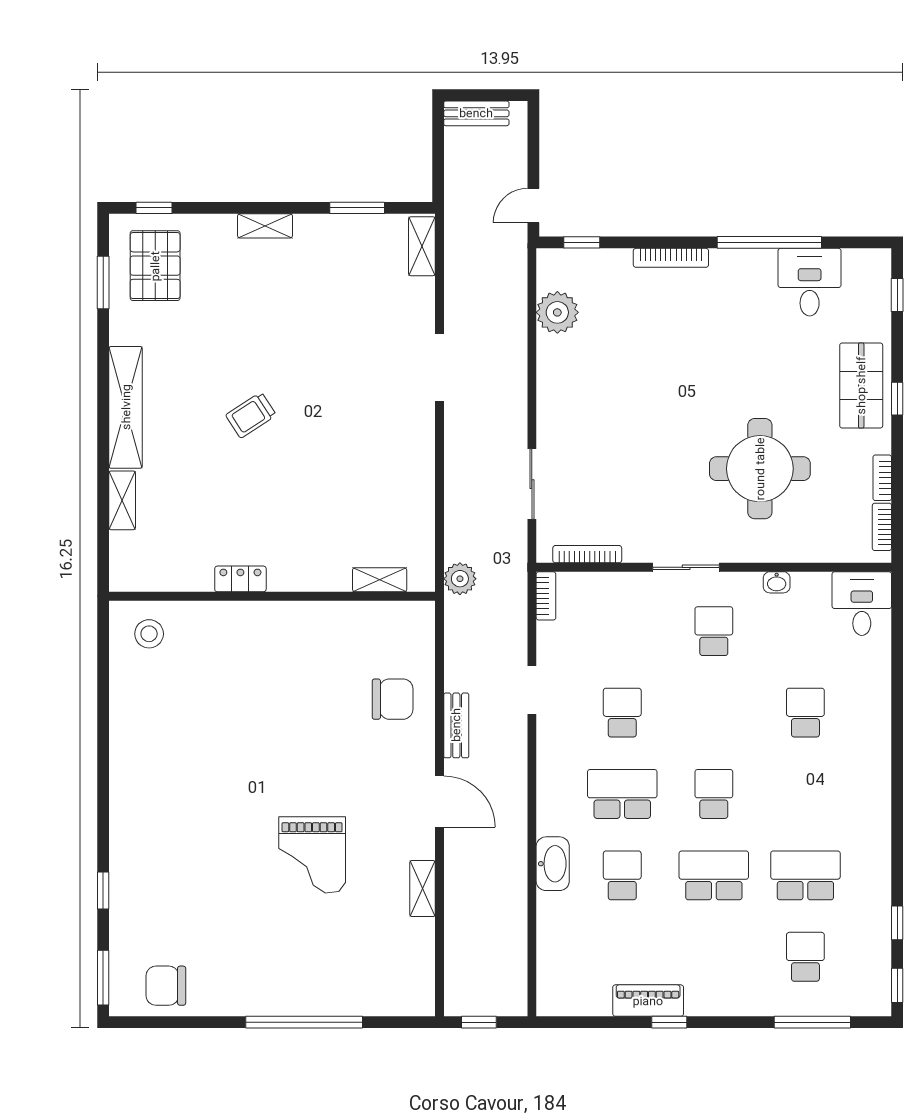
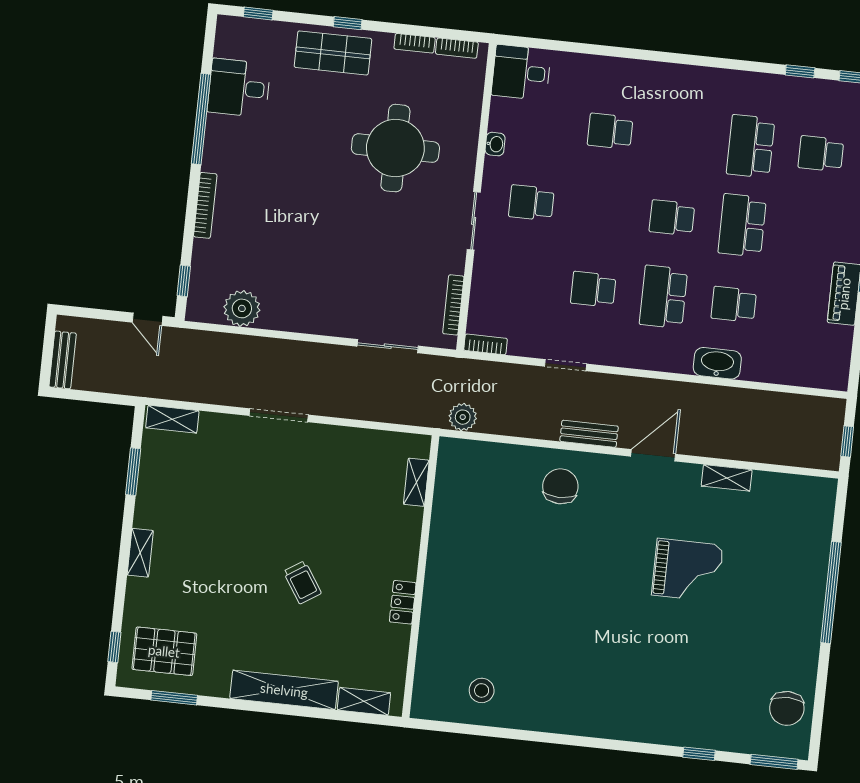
locker: (240, 579) -> (403, 602), moved
shelving: (380, 580) -> (416, 482), moved
wall: (272, 596) -> (421, 577), moved

